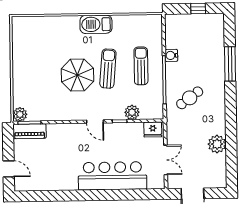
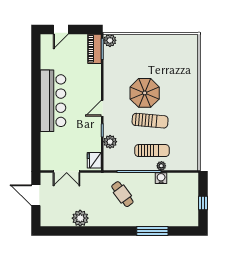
barbecue: (96, 24) -> (190, 110), removed
plant: (158, 55) -> (161, 166), added
bar counter: (112, 176) -> (53, 101), moved

